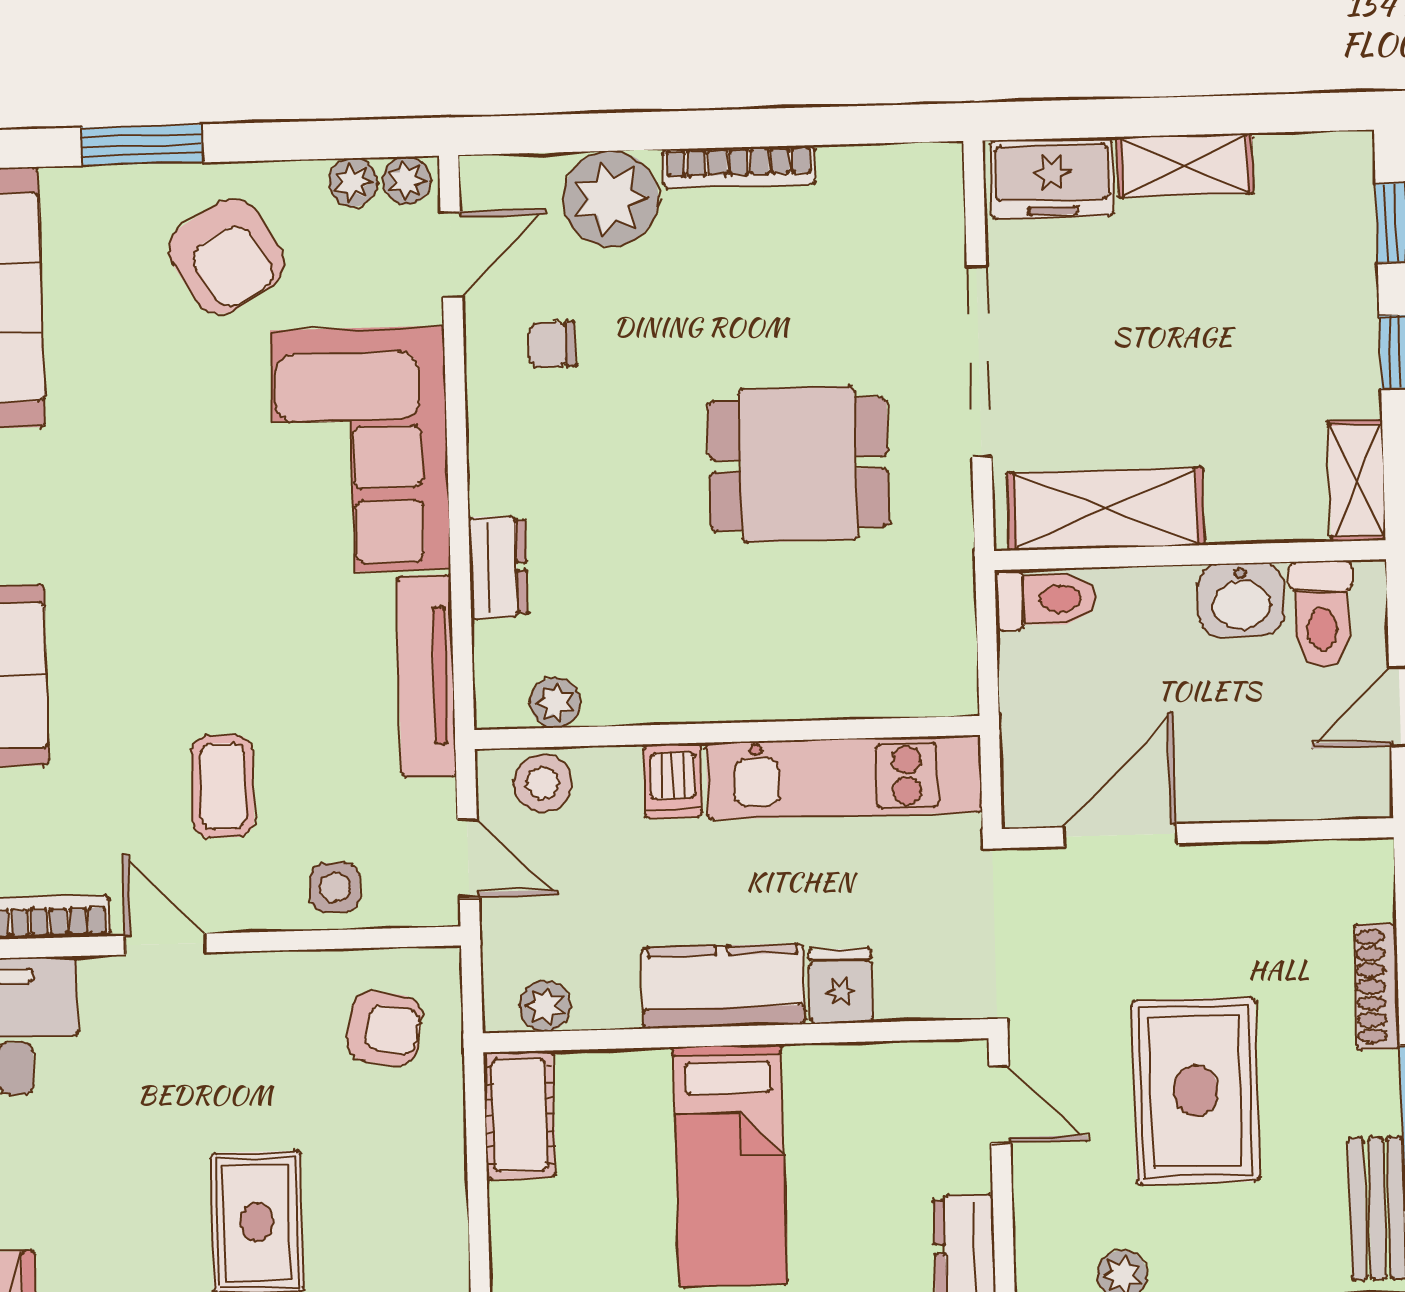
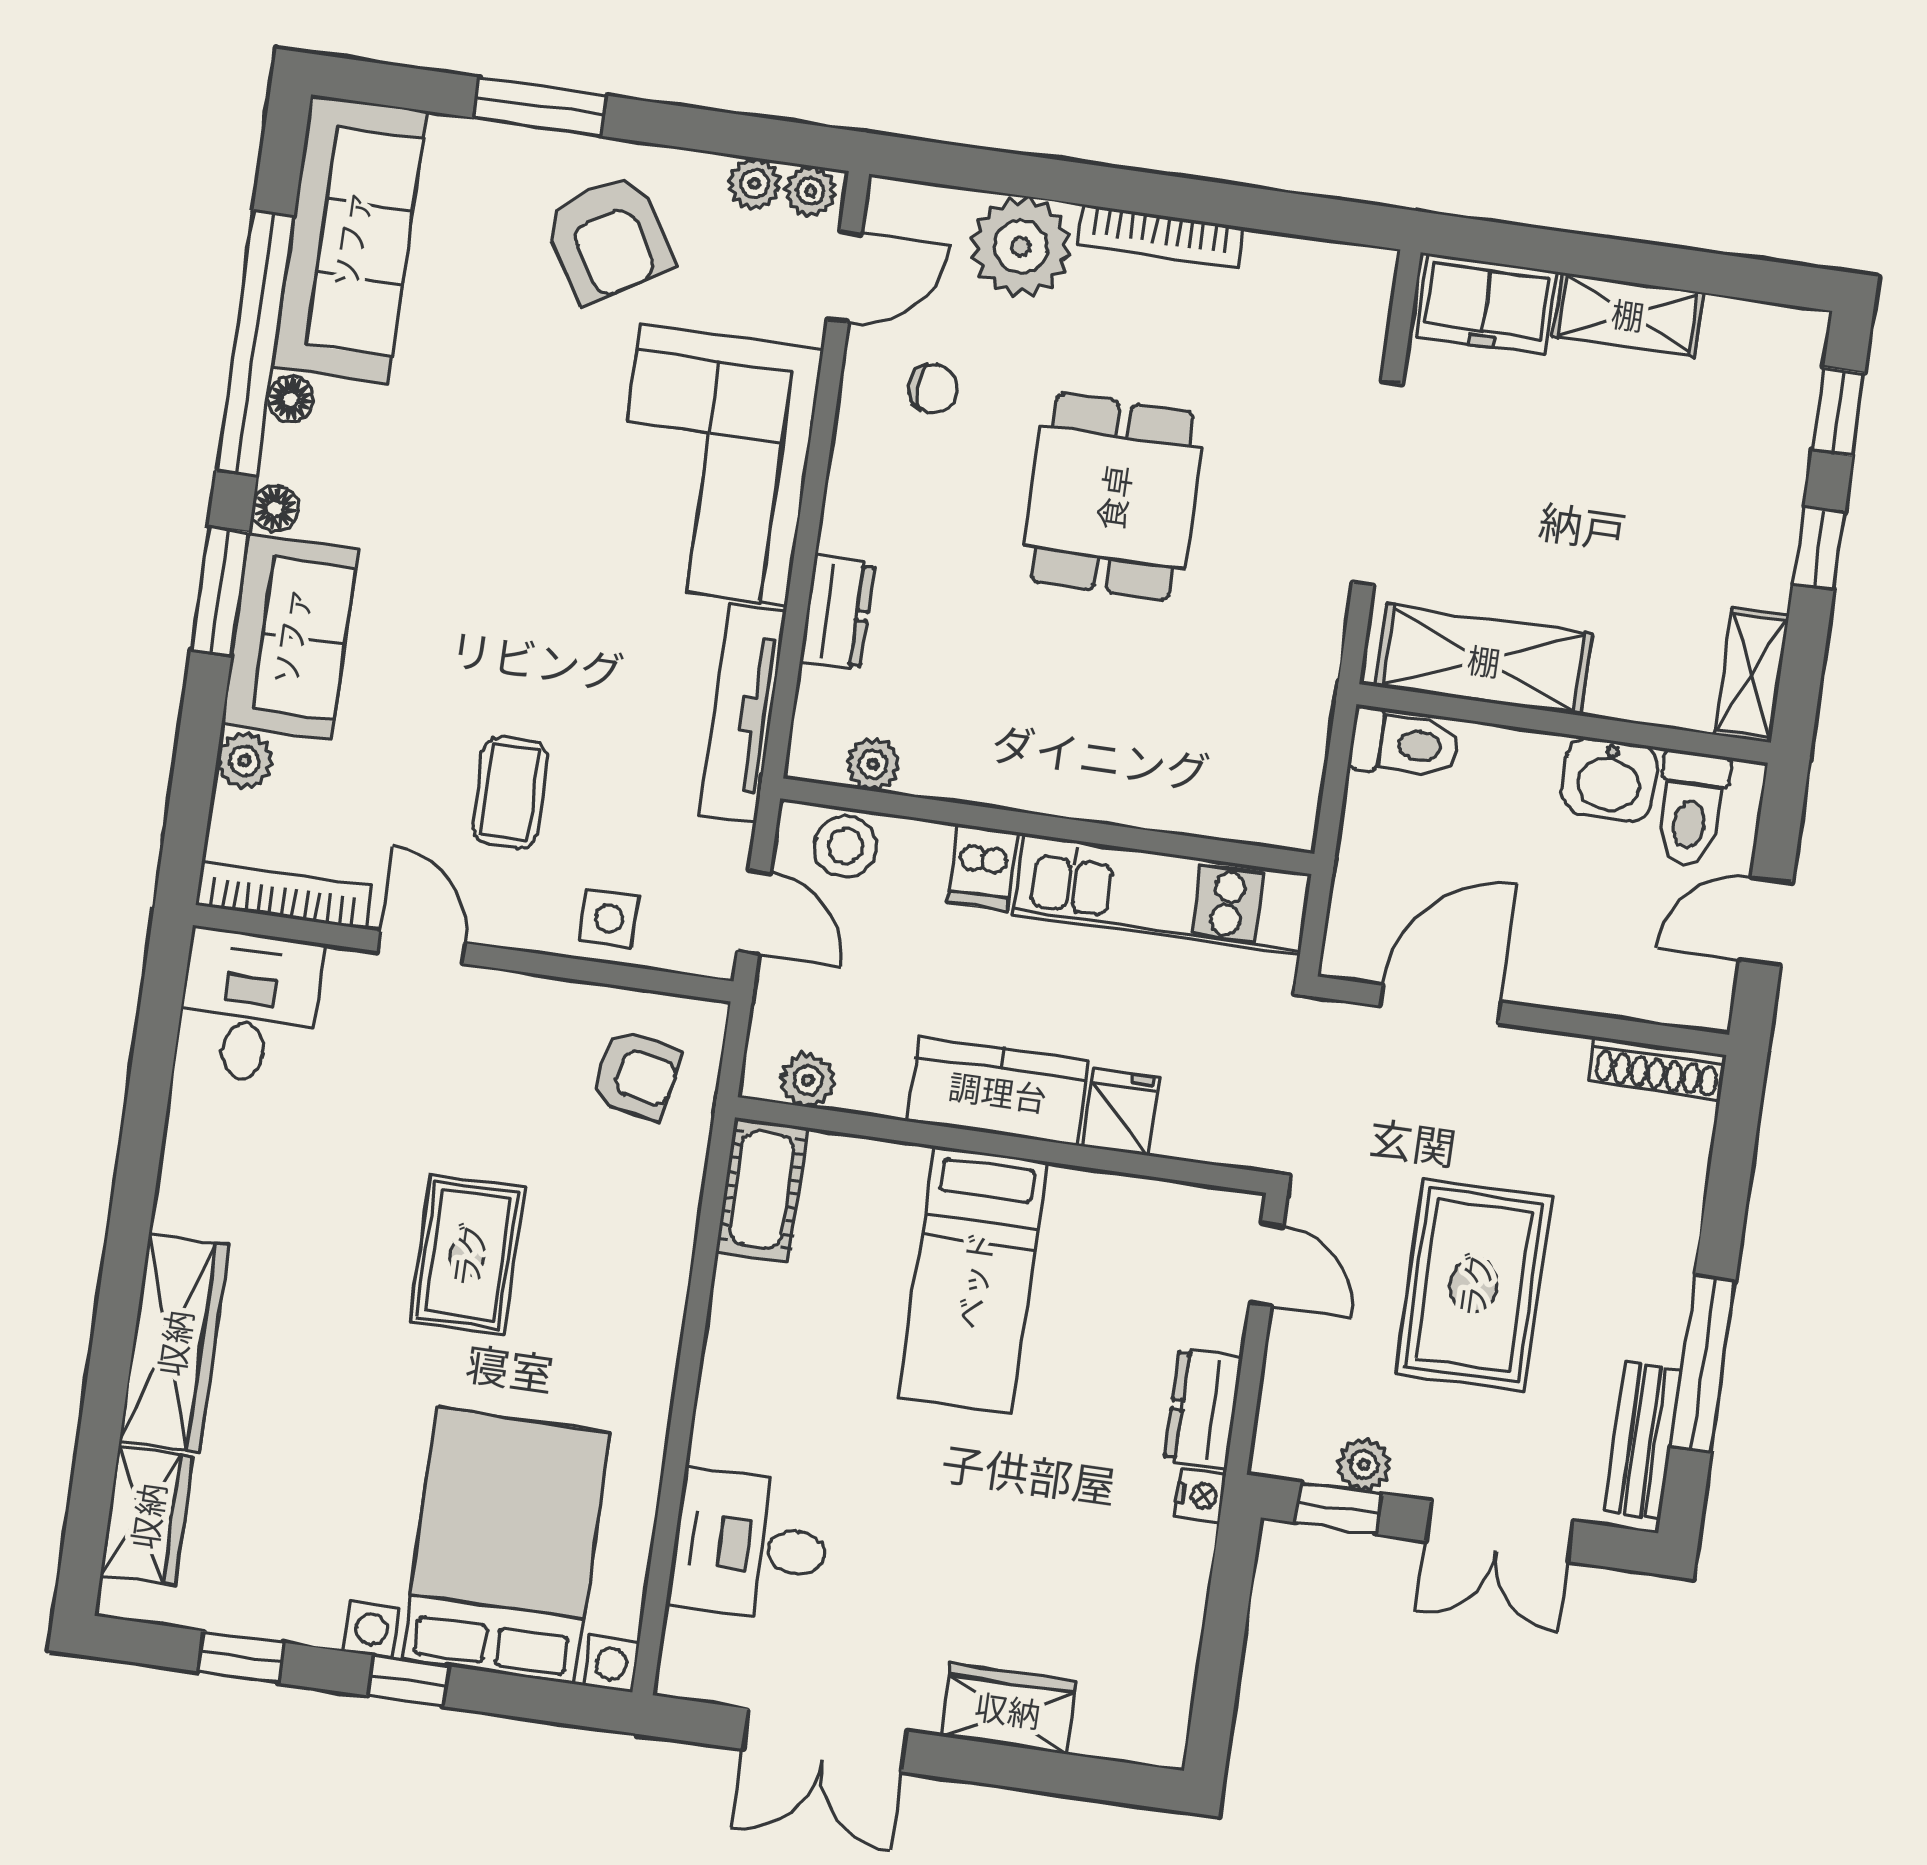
chair: (552, 344) -> (933, 389), turned 180
dining table: (798, 464) -> (1113, 497), moved, turned 90
shoe rack: (1377, 987) -> (1657, 1068), moved, turned -90

